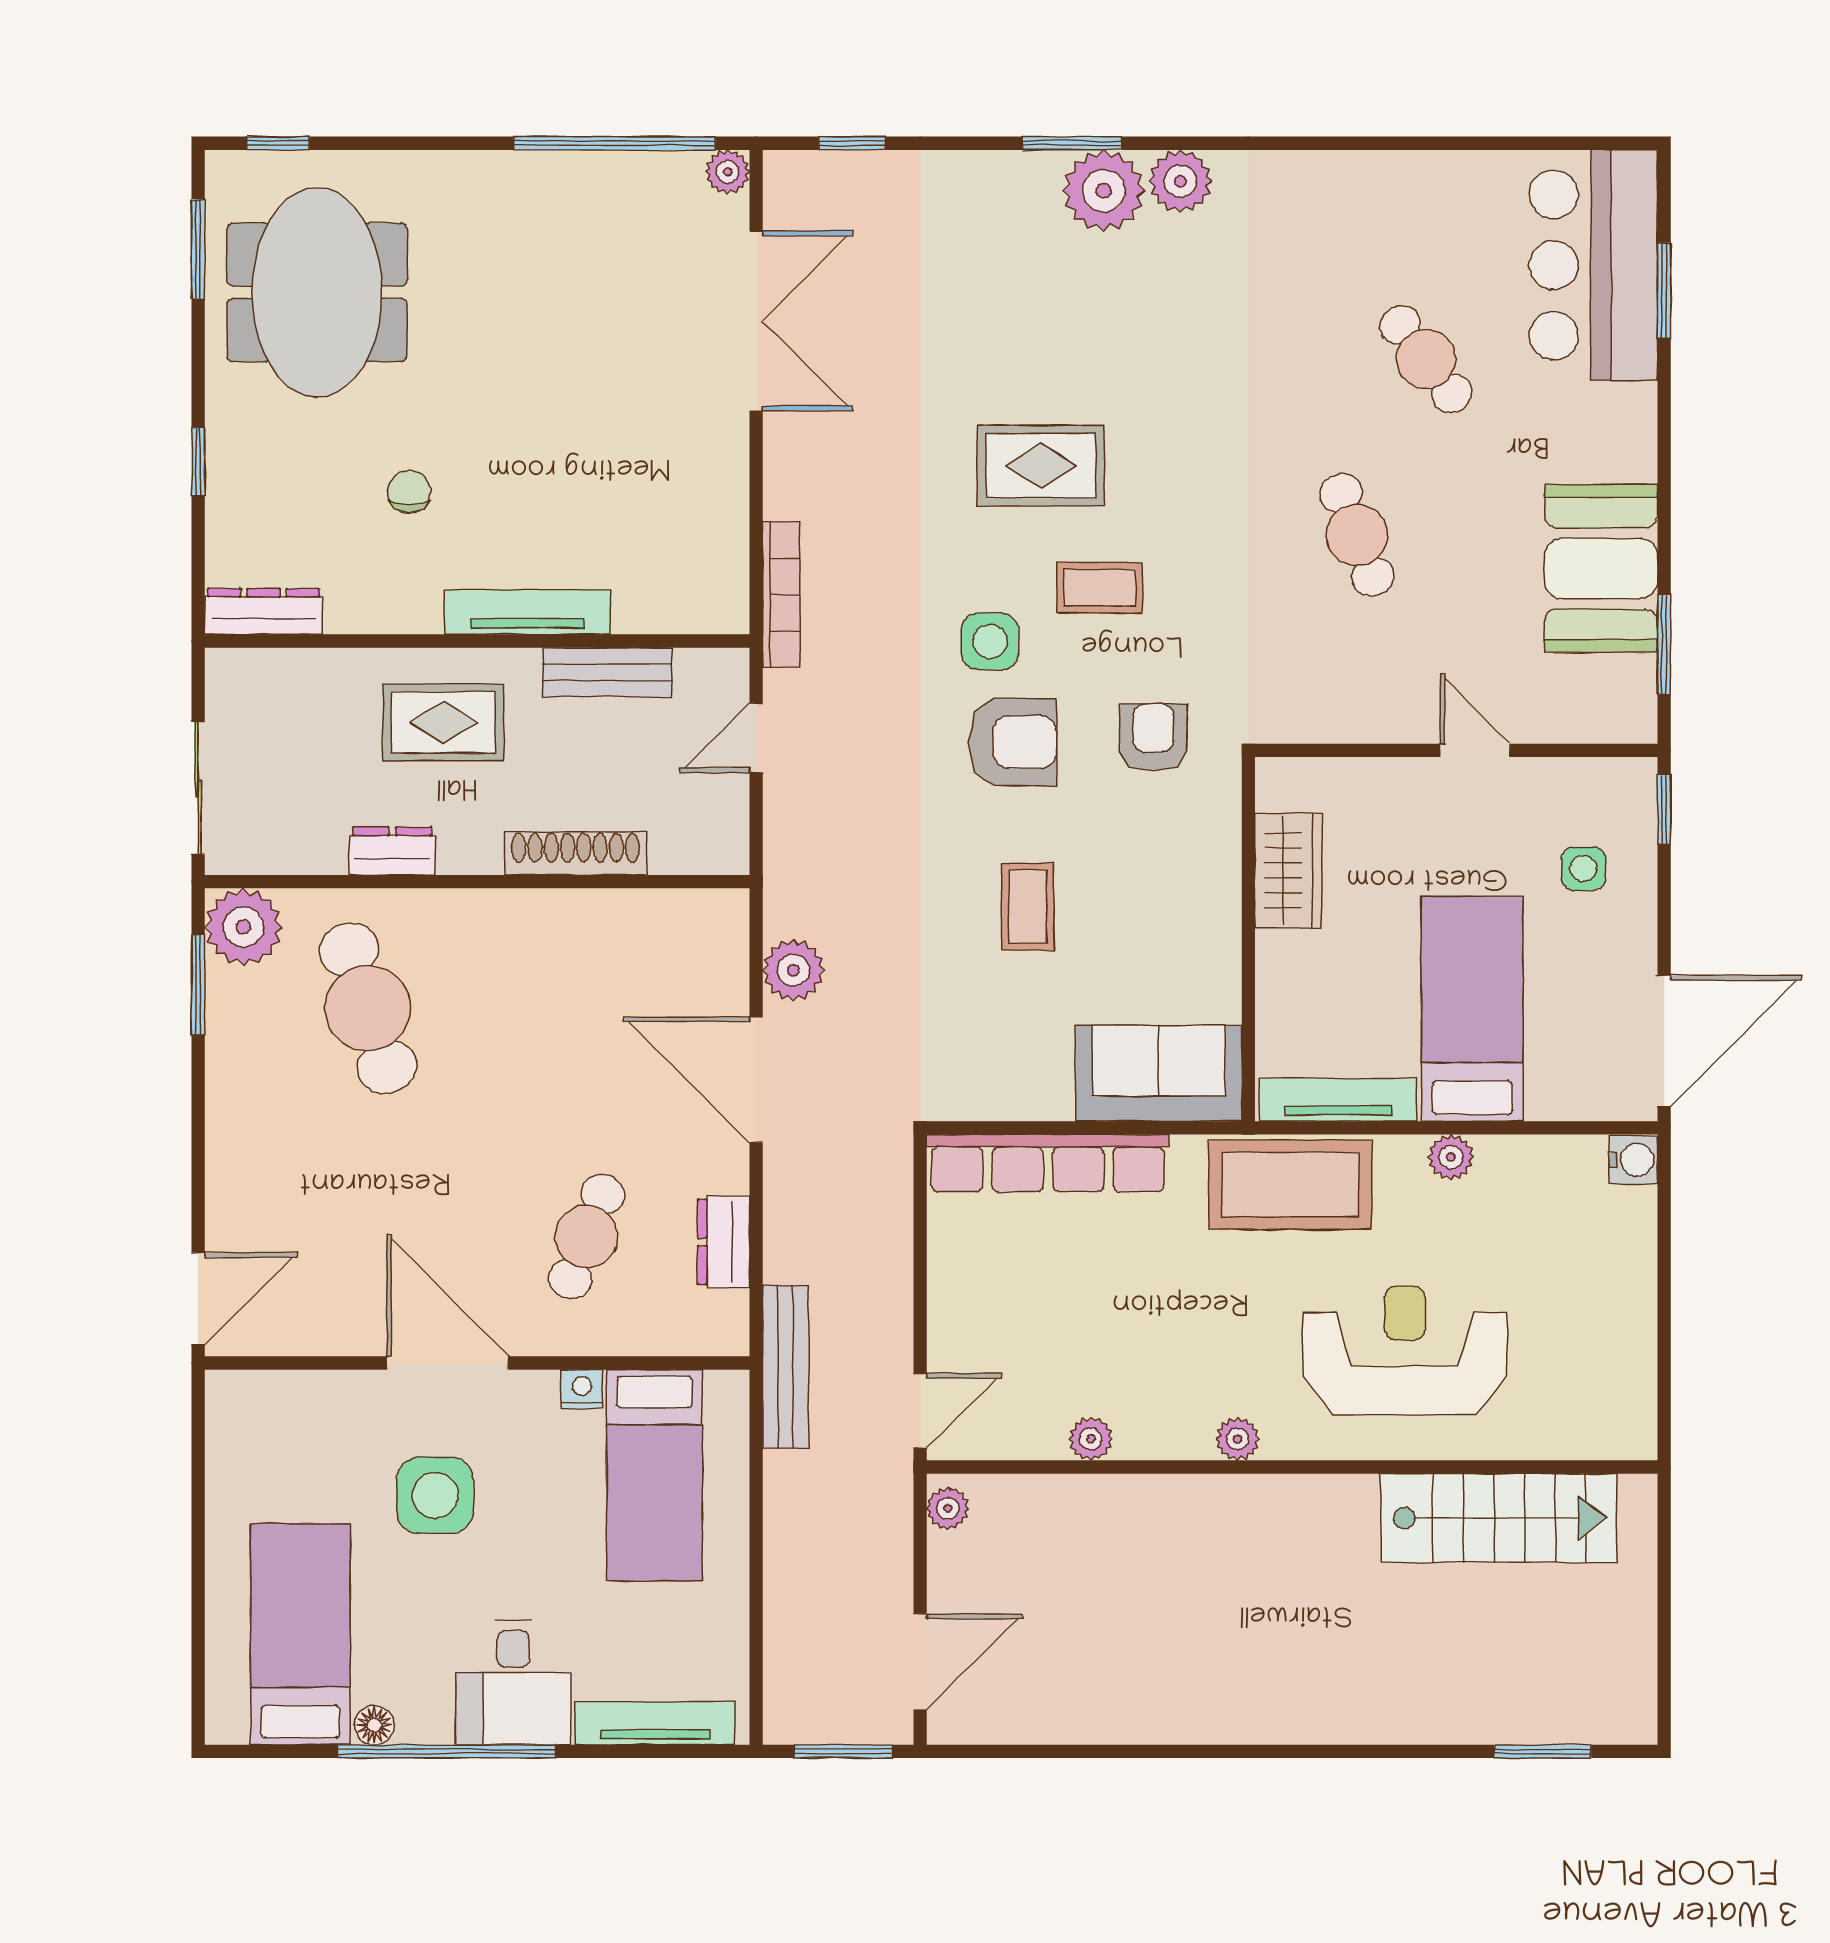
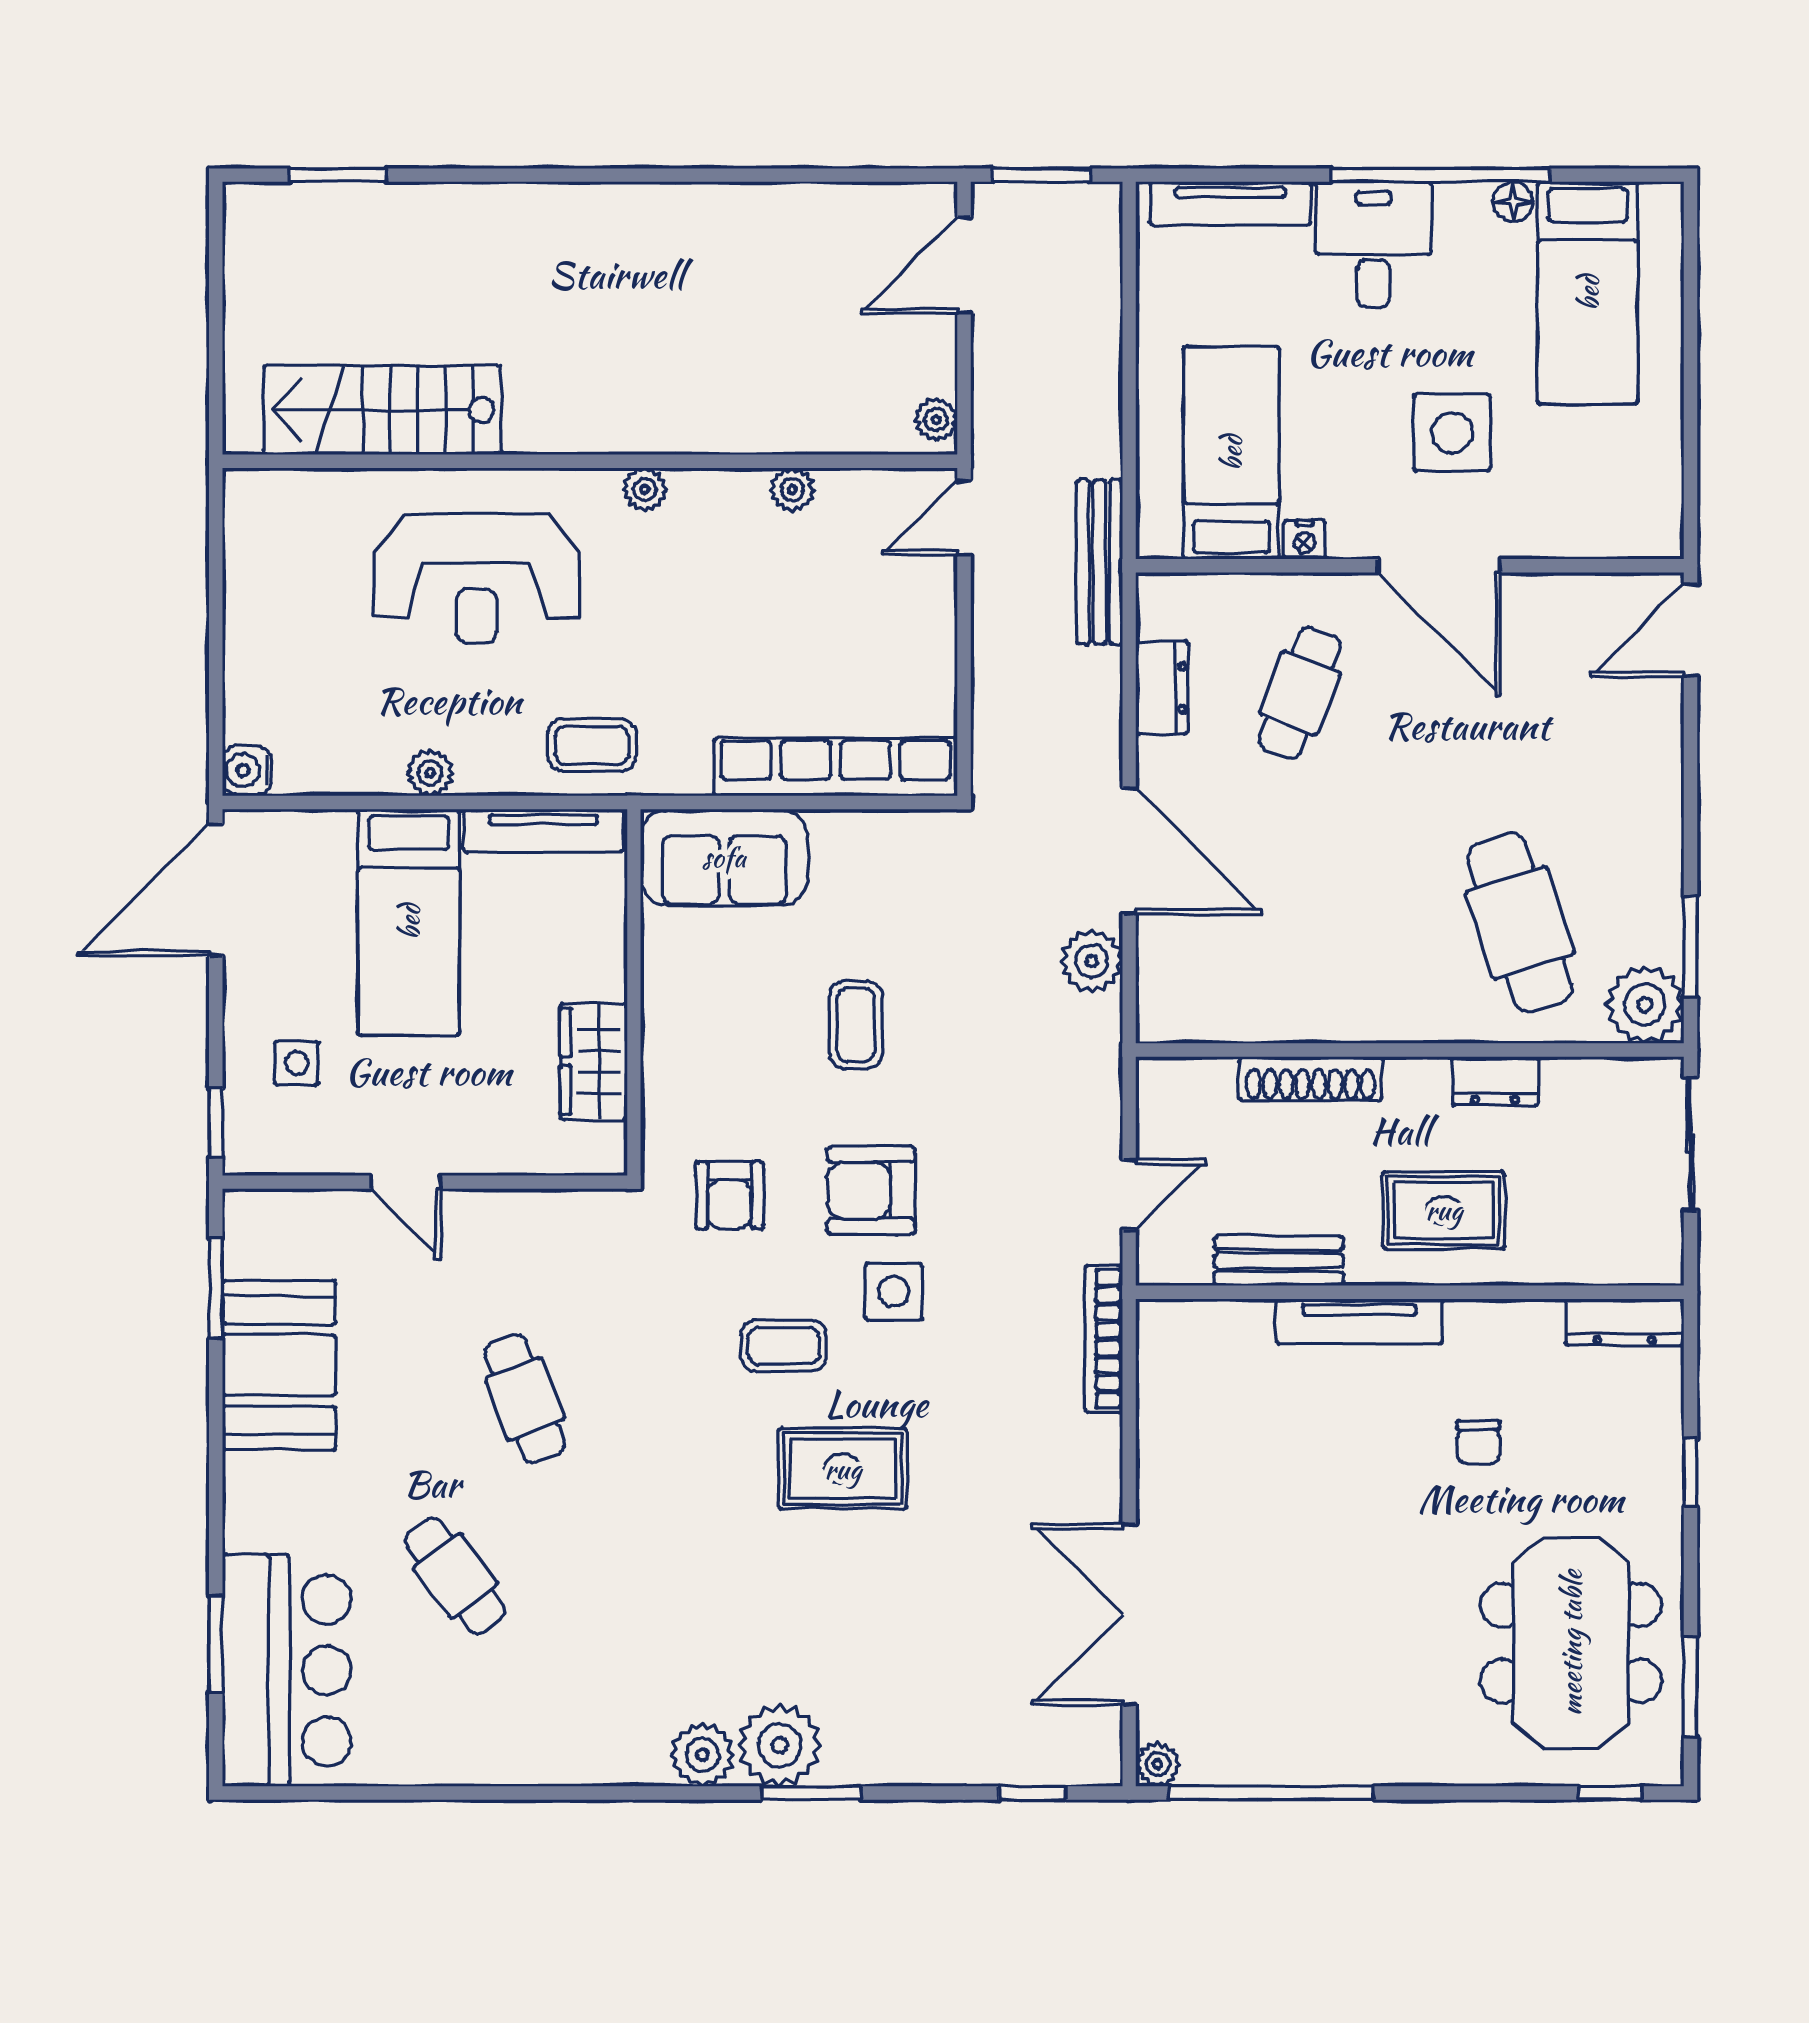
coffee table: (1290, 1185) -> (592, 745), width x0.54, depth x0.58

